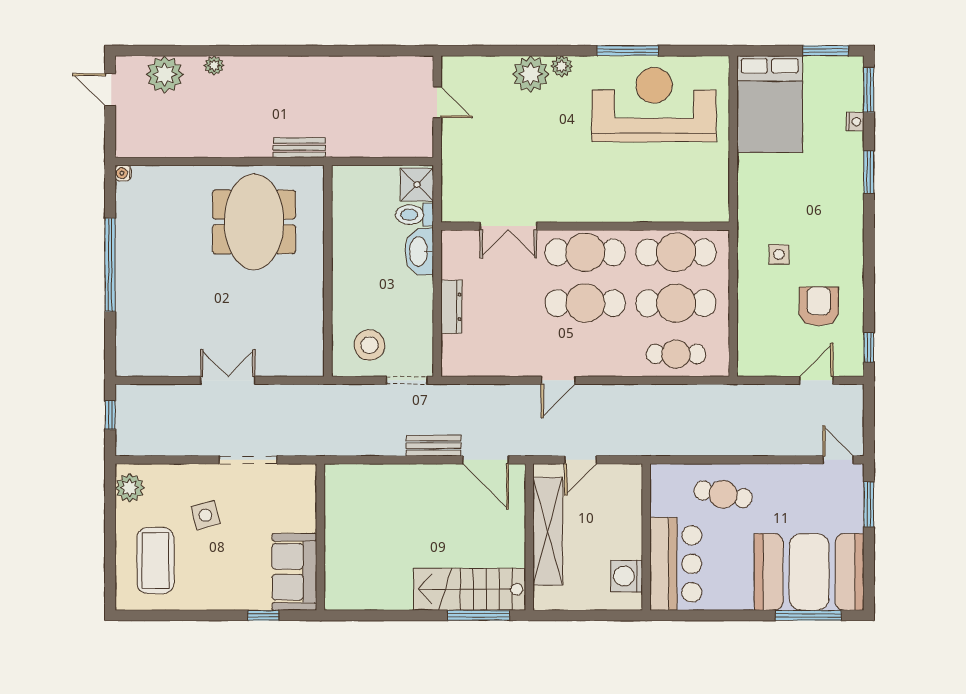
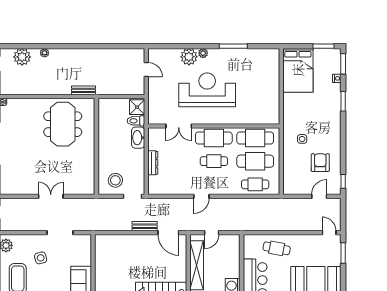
reception desk: (654, 105) -> (207, 90), moved
cafe table: (585, 303) -> (214, 161), width x0.73, depth x0.74

